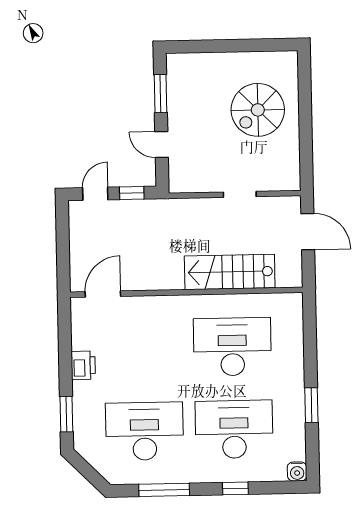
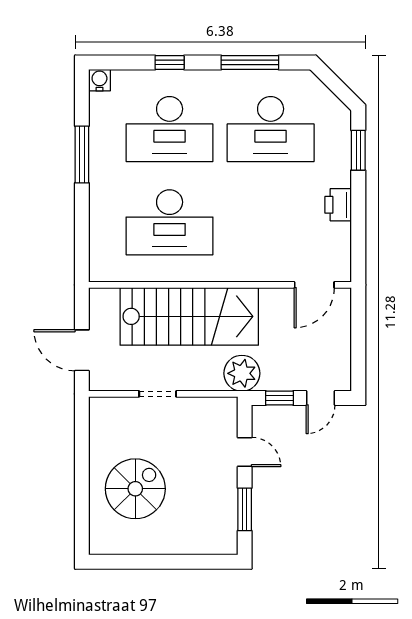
plant: (165, 214) -> (242, 373), added
stairs: (230, 272) -> (189, 316), width x1.36, depth x1.51
window: (311, 405) -> (82, 155), width x1.44

